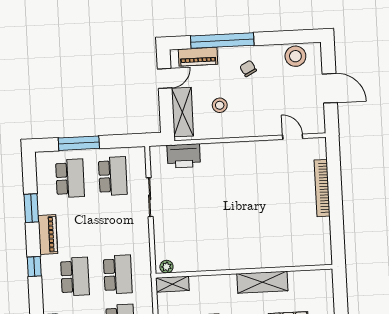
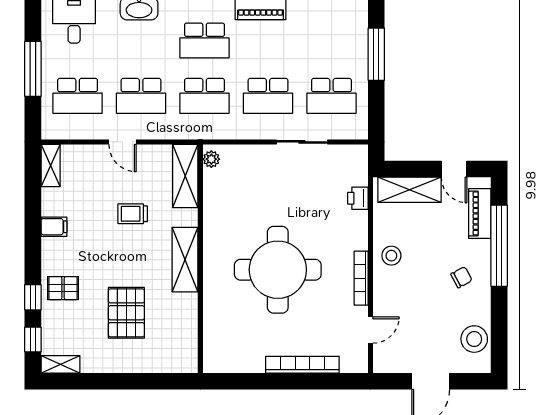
stool: (220, 105) -> (391, 256), moved
bookcase: (253, 146) -> (361, 278), added
printer: (184, 156) -> (358, 198), width x0.53, depth x0.68
school desk: (70, 178) -> (268, 96), moved
round table: (249, 211) -> (278, 270), added
shelving: (262, 282) -> (185, 260), moved
shelving: (172, 284) -> (185, 176), width x1.50, depth x1.33

